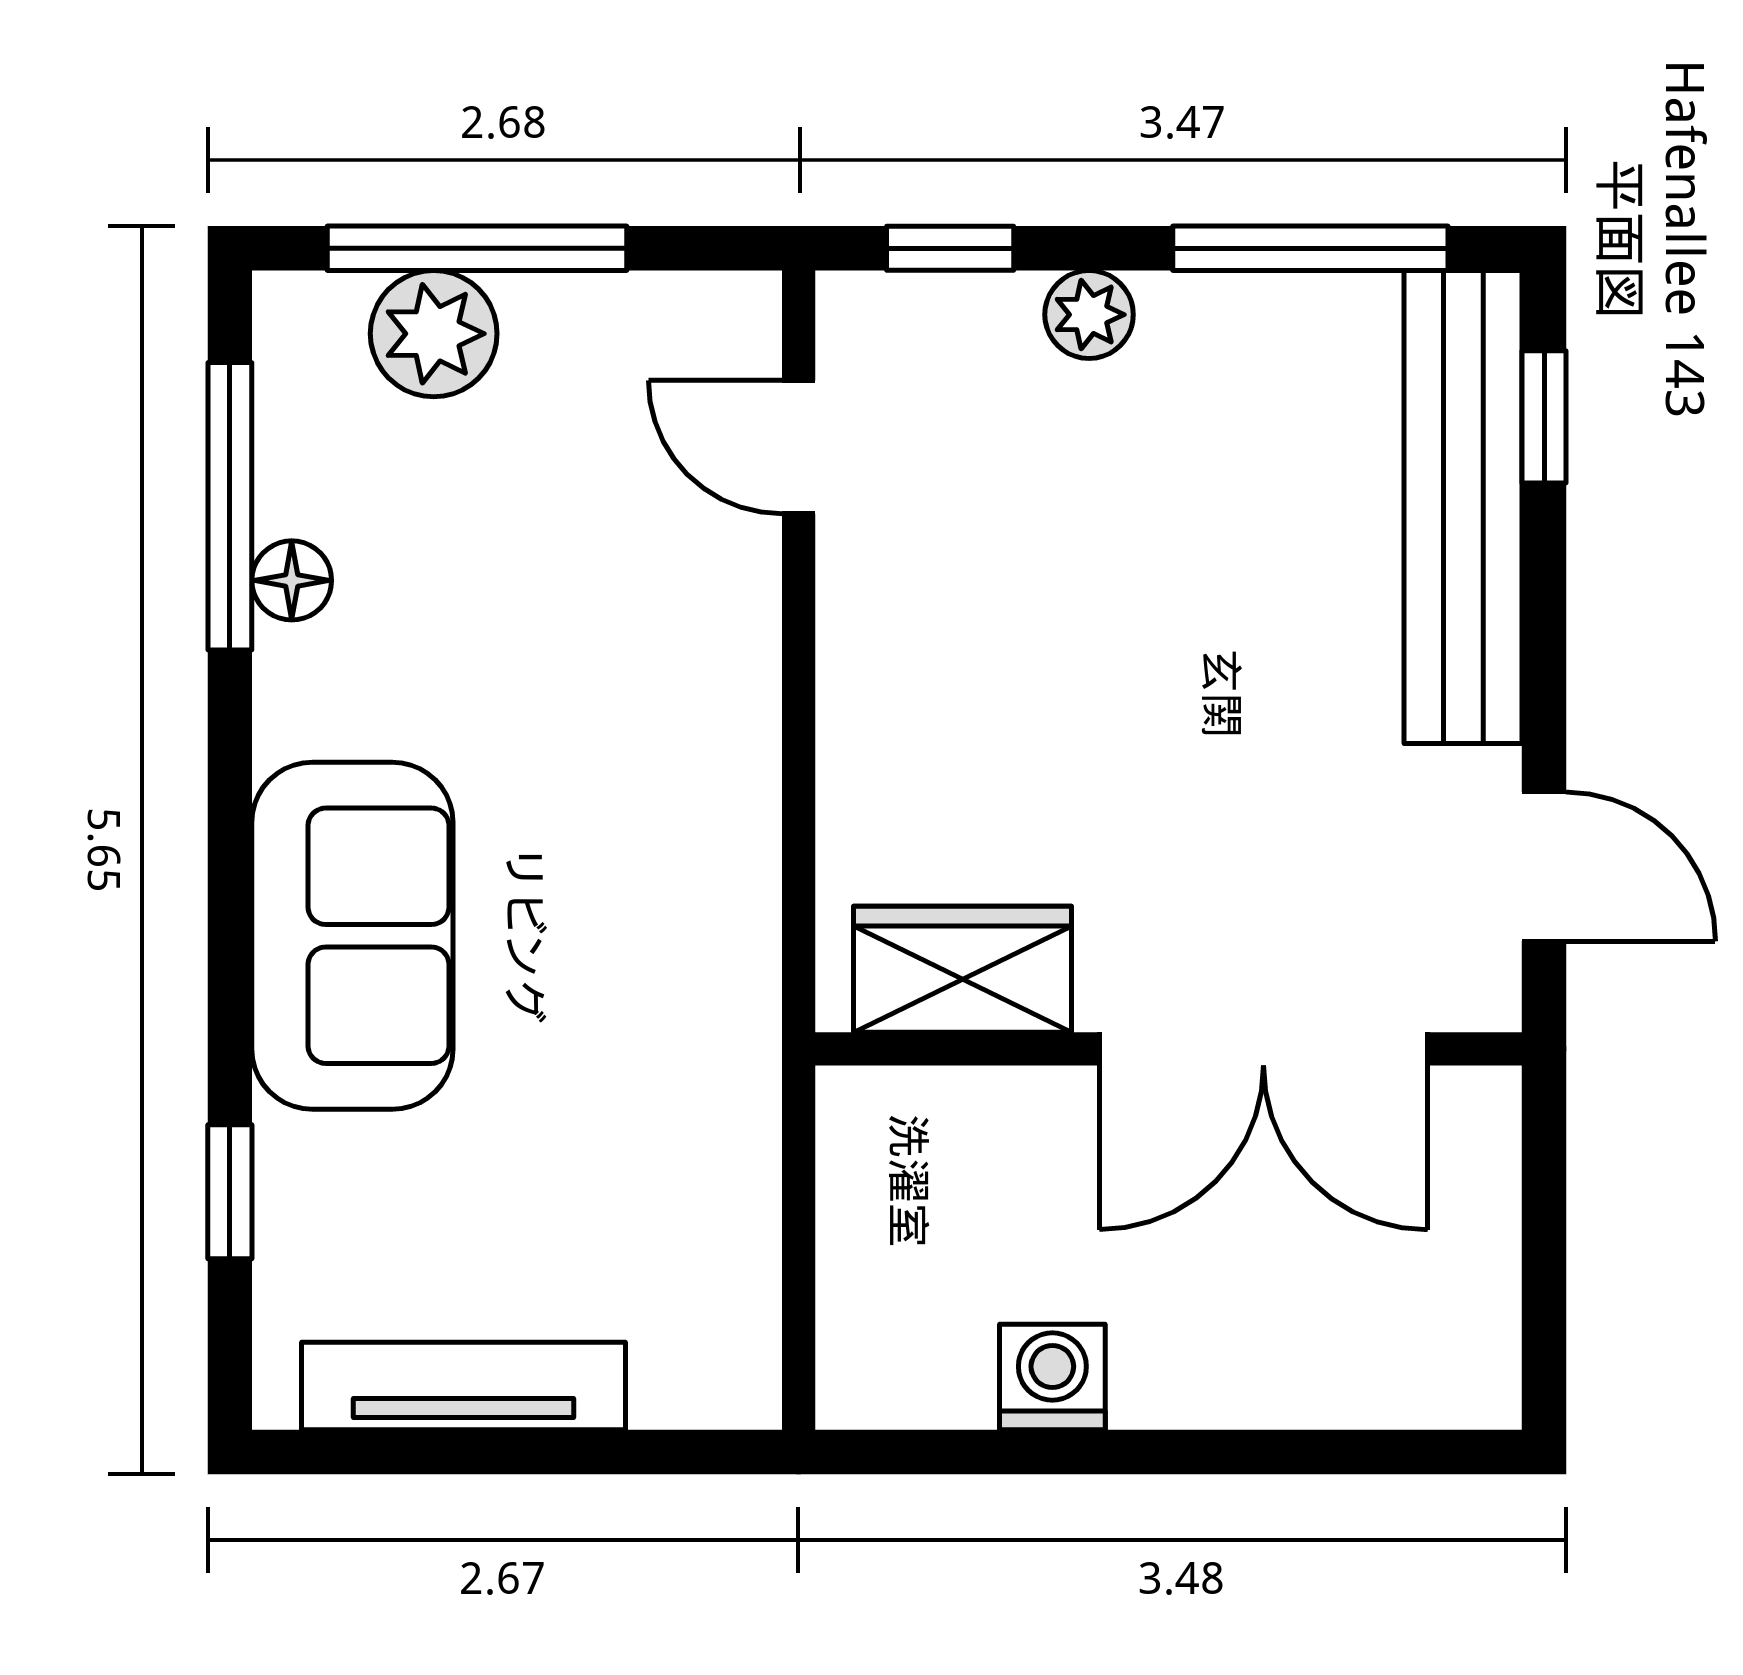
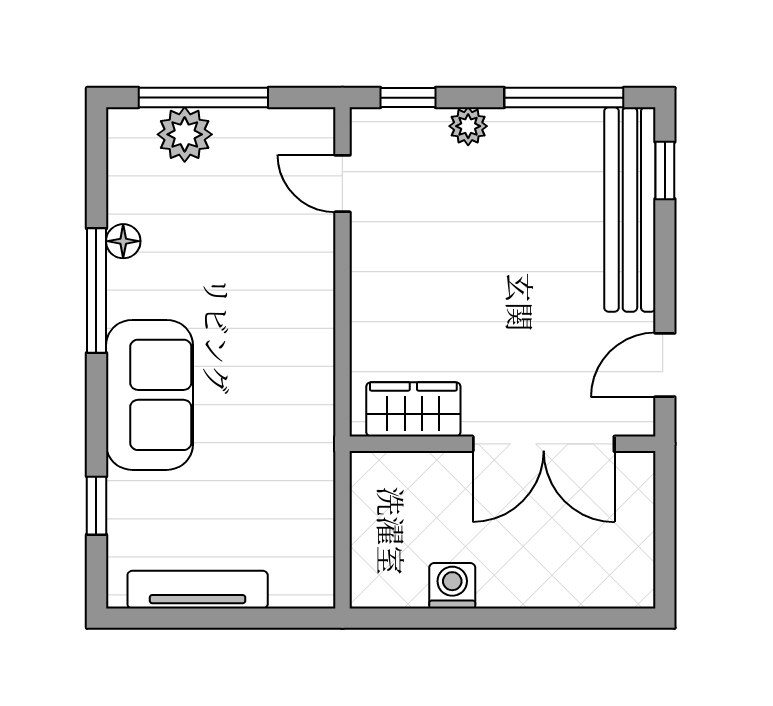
window: (230, 506) -> (96, 291), moved
door: (1544, 867) -> (665, 365), swing flipped

